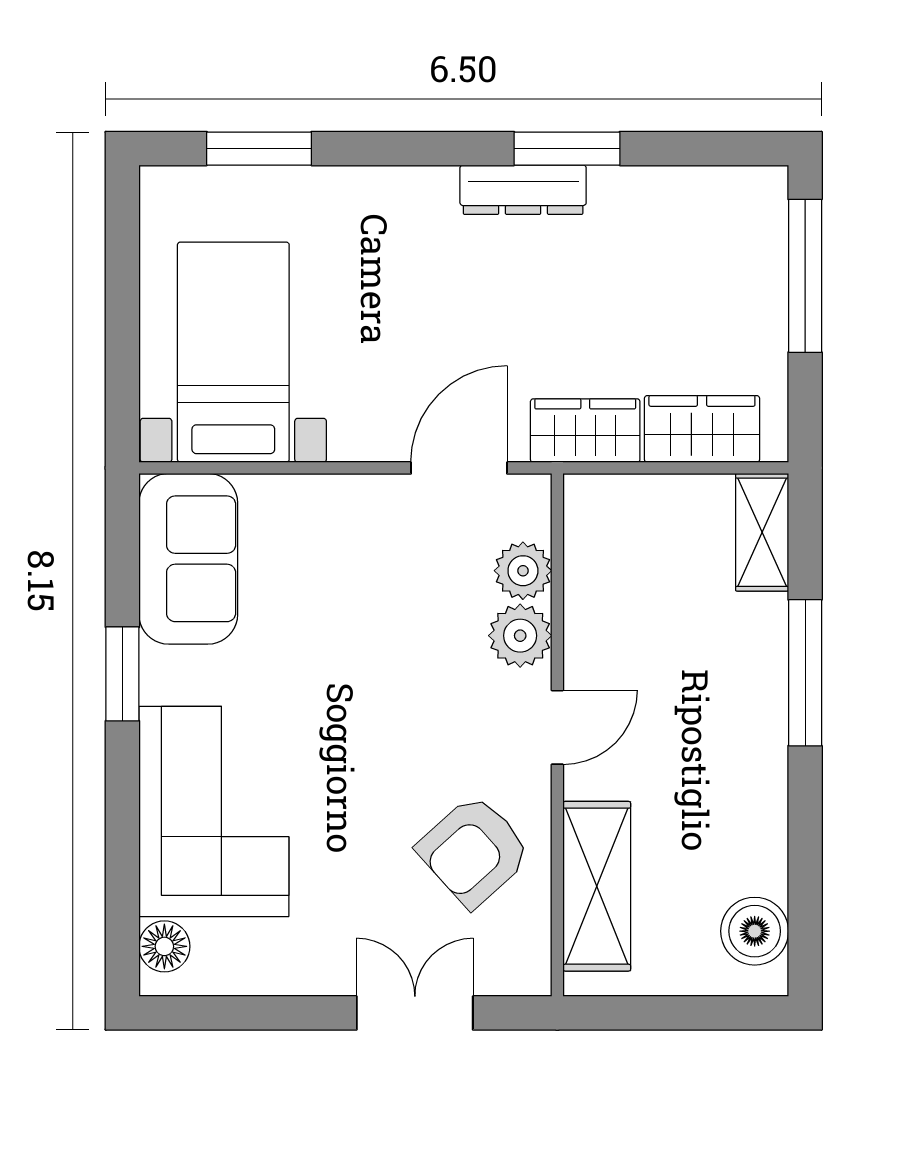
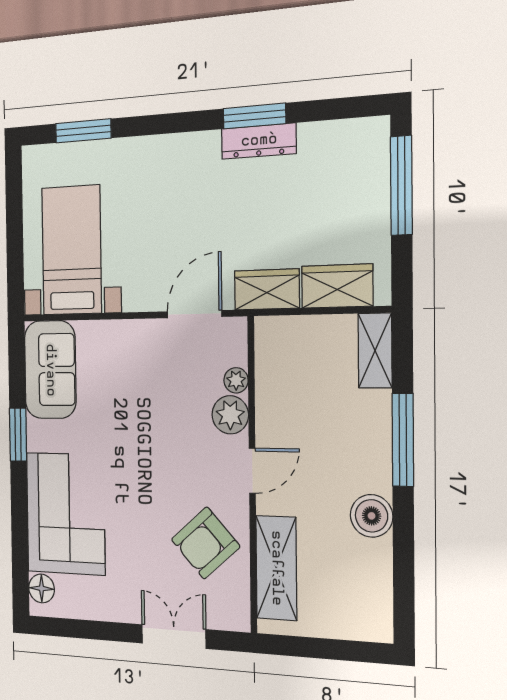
dresser: (523, 190) -> (259, 141), moved
plant: (523, 571) -> (236, 380), width x0.73, depth x0.73
boiler: (755, 931) -> (372, 516), moved

